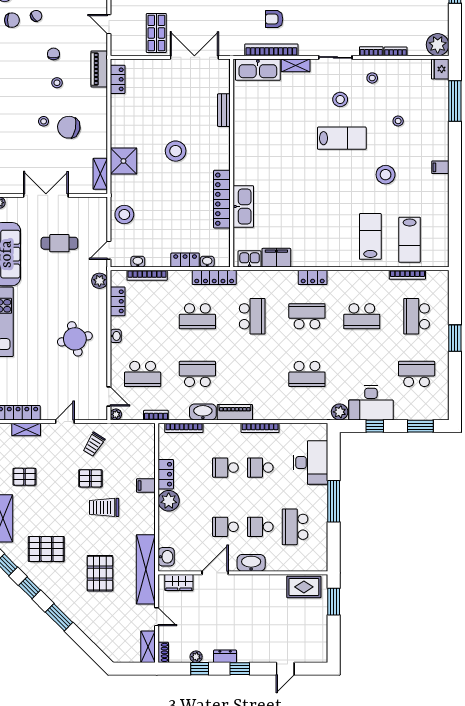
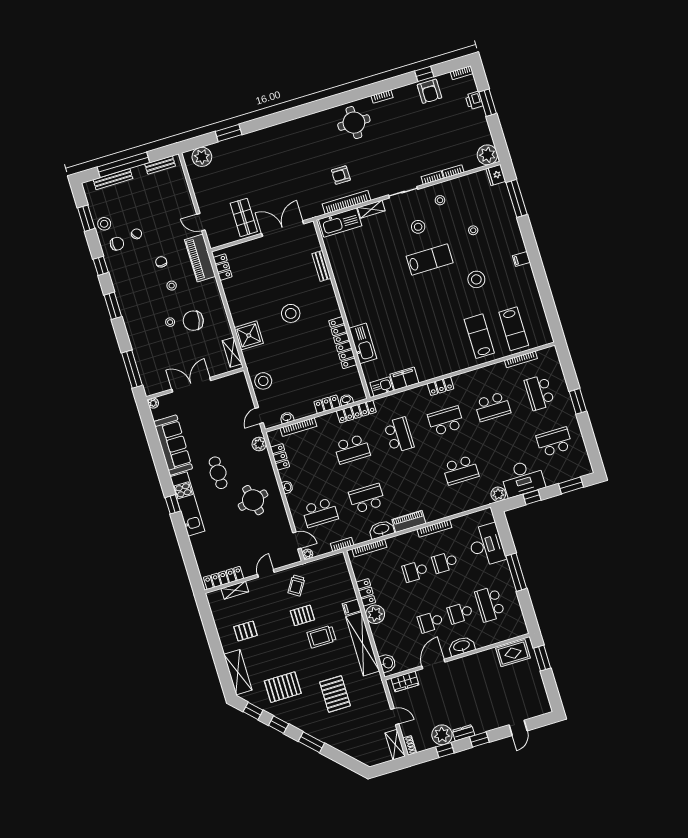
piano: (99, 69) -> (200, 258), width x1.37, depth x1.33
cafe table: (59, 243) -> (218, 473), moved, turned 90
shelving: (146, 569) -> (363, 644), moved
plant: (196, 657) -> (442, 735), width x1.87, depth x1.87

